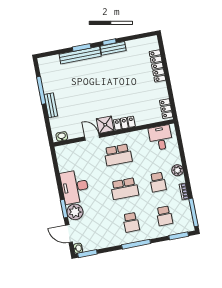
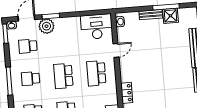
locker: (124, 123) -> (127, 93), moved
shower: (105, 125) -> (171, 16), moved
desk: (75, 187) -> (97, 27), moved
school desk: (98, 229) -> (28, 46), added

